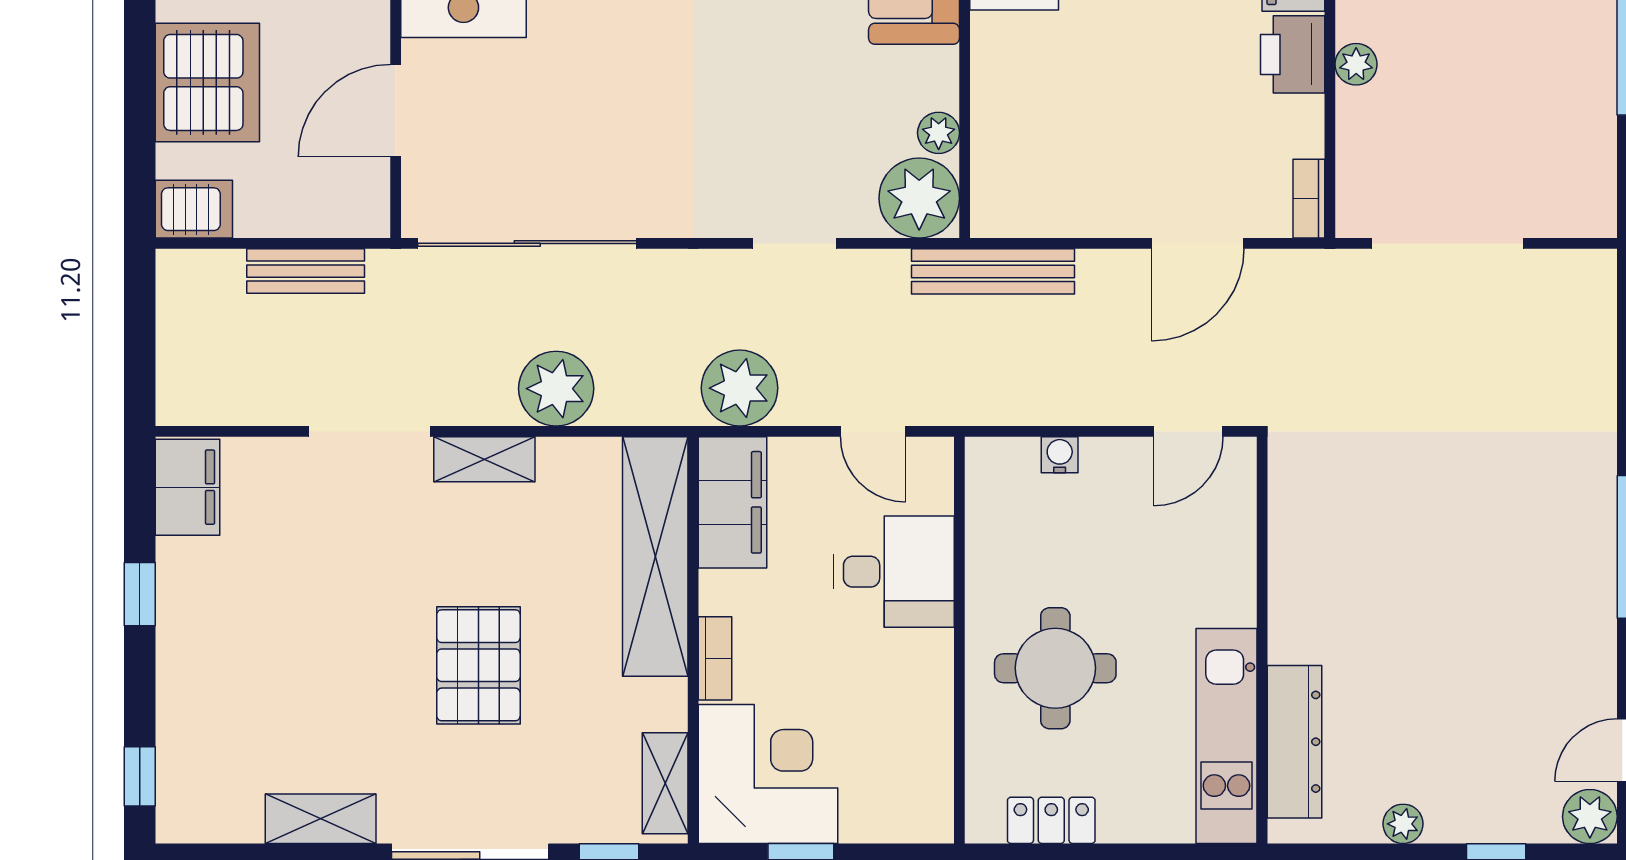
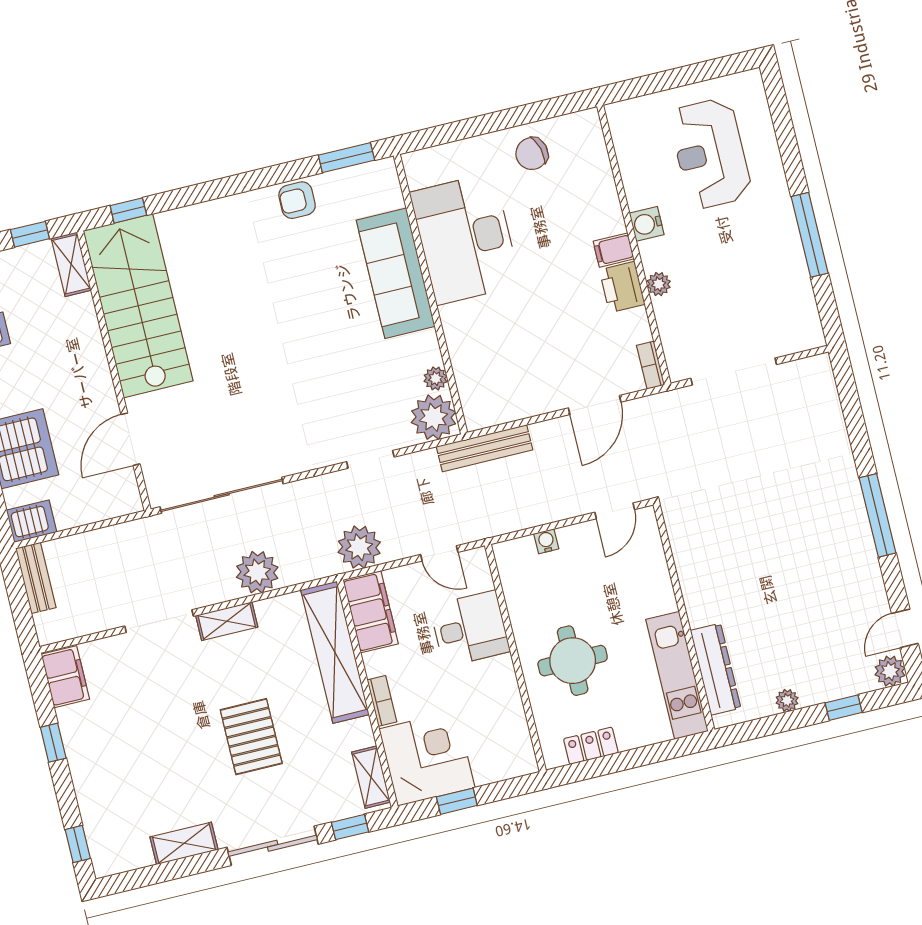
bench: (306, 271) -> (36, 578), moved, turned 90

